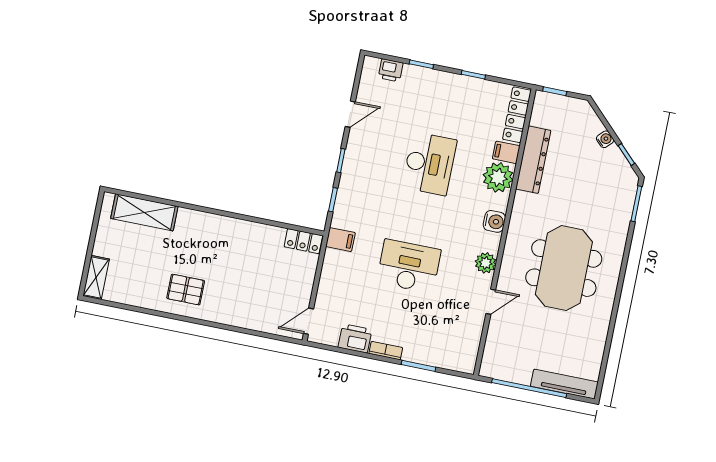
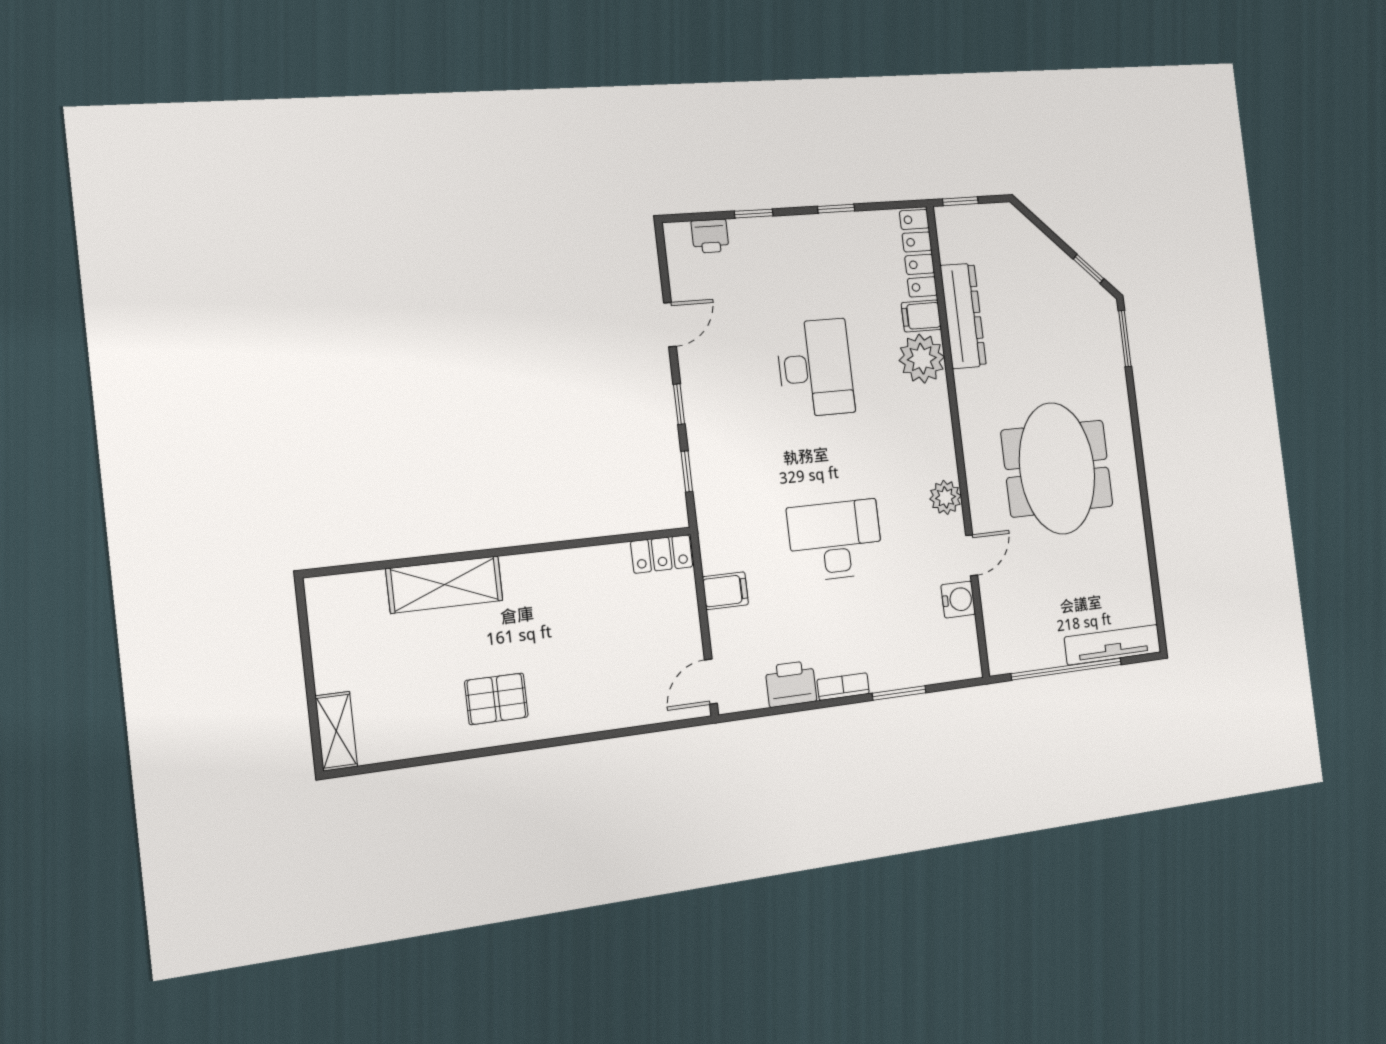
water cooler: (605, 139) -> (1053, 254), removed
shelving: (144, 212) -> (445, 585), moved
water cooler: (494, 221) -> (958, 600), moved
filing cabinet: (340, 240) -> (725, 591), moved

